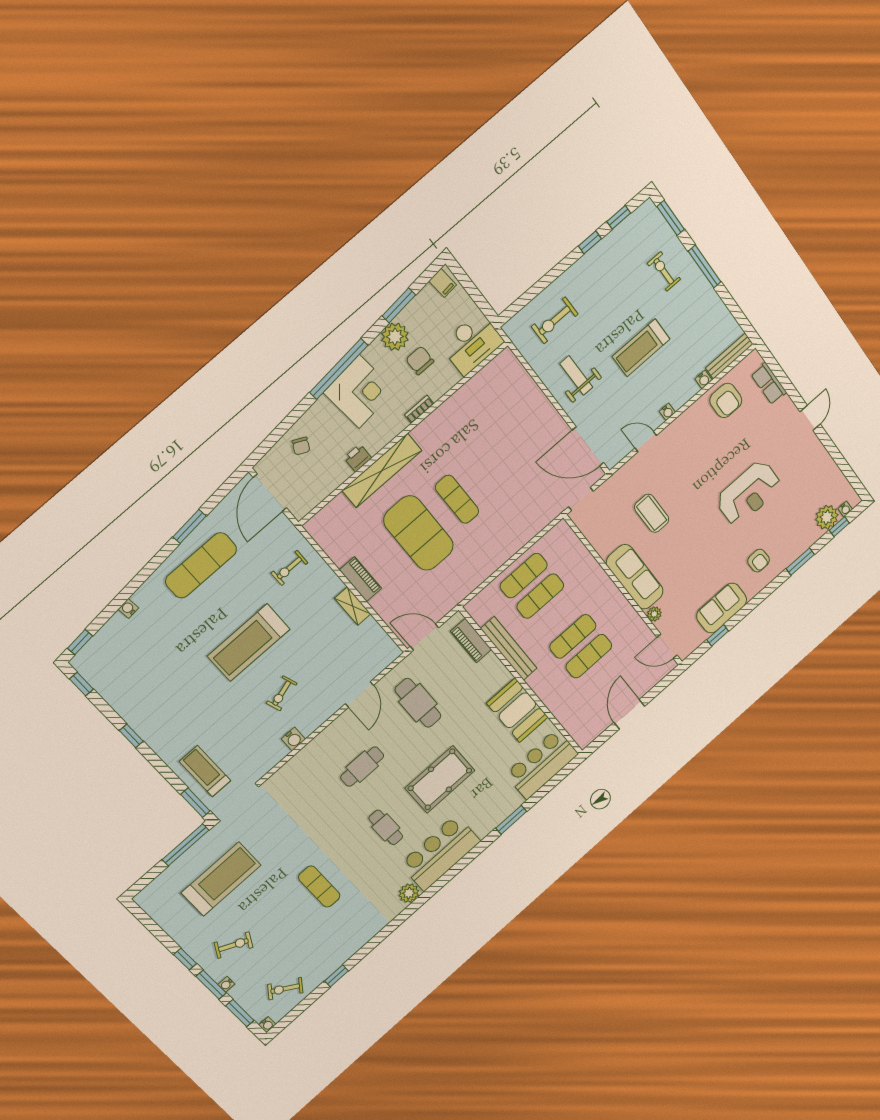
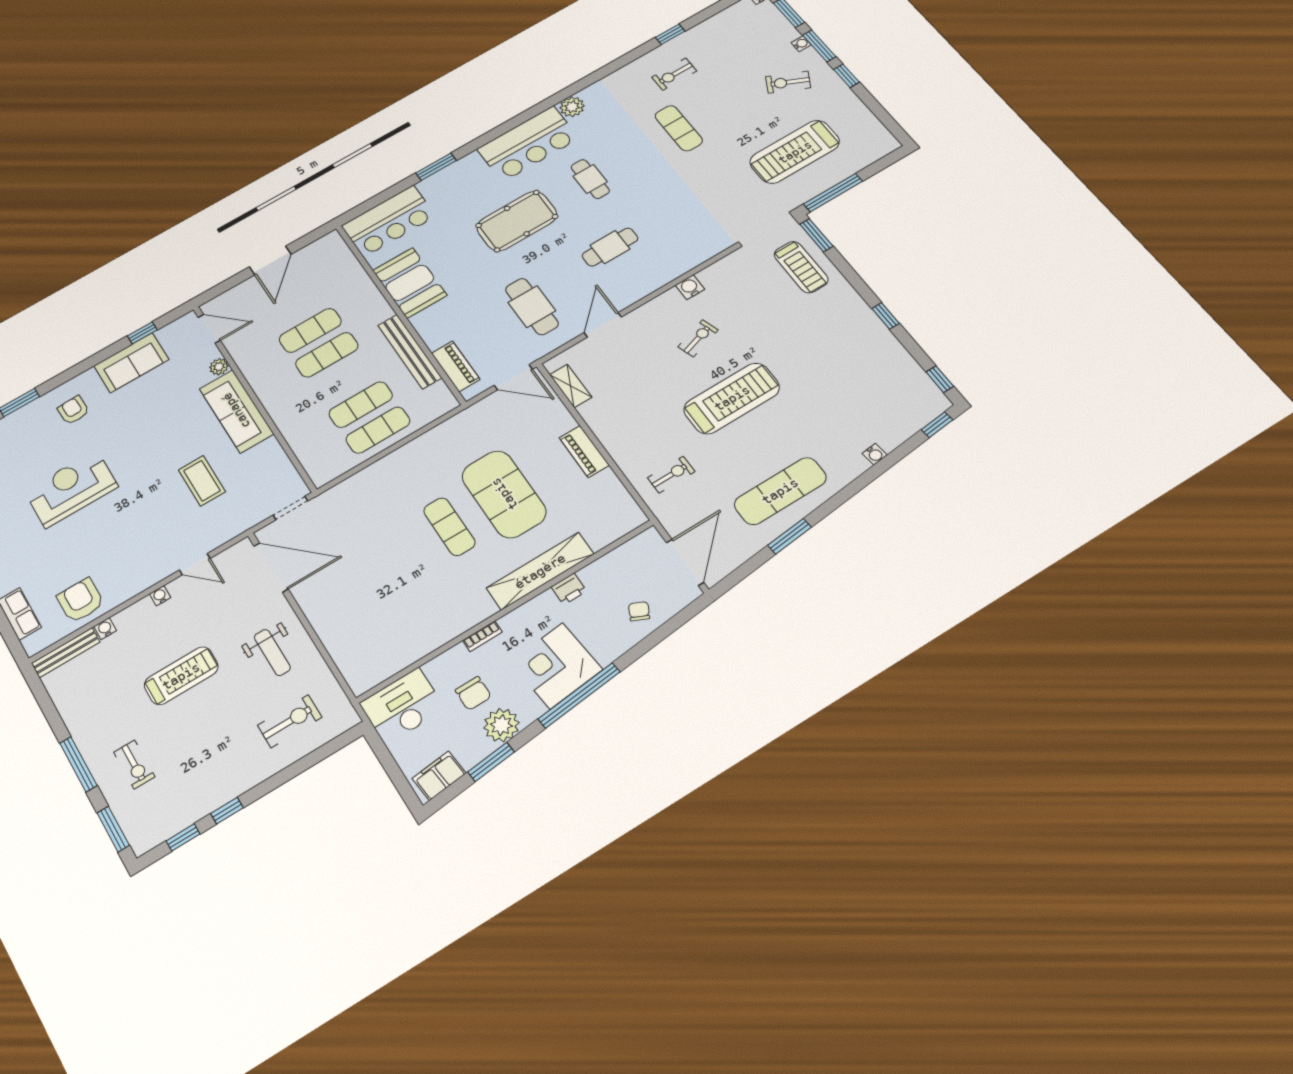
filing cabinet: (443, 283) -> (439, 776), width x2.00
shelving: (353, 606) -> (571, 386), moved
exercise bike: (285, 989) -> (674, 74), moved, turned 146

